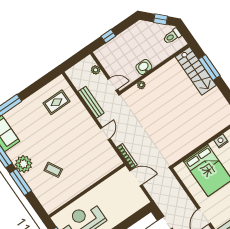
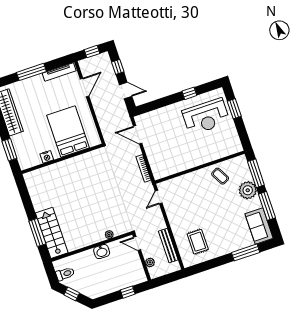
rug: (56, 102) -> (198, 242), turned 90
bench: (91, 102) -> (168, 245), moved
door: (136, 178) -> (138, 135), moved
wall: (87, 190) -> (200, 167), moved

